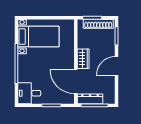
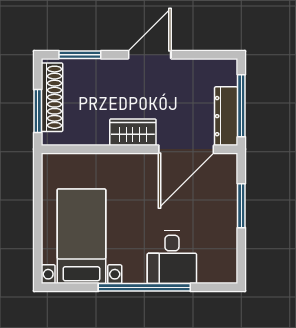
door: (116, 66) -> (150, 55), swing flipped
desk: (29, 93) -> (172, 257), moved

